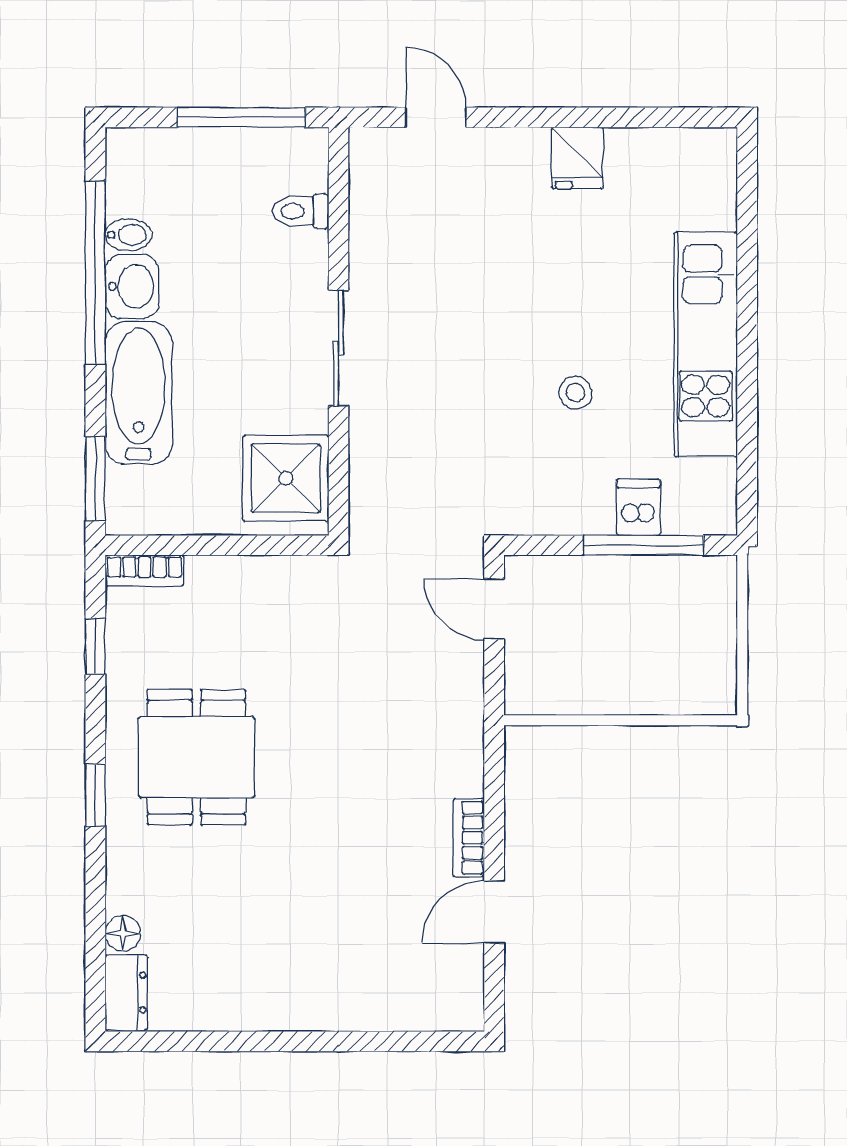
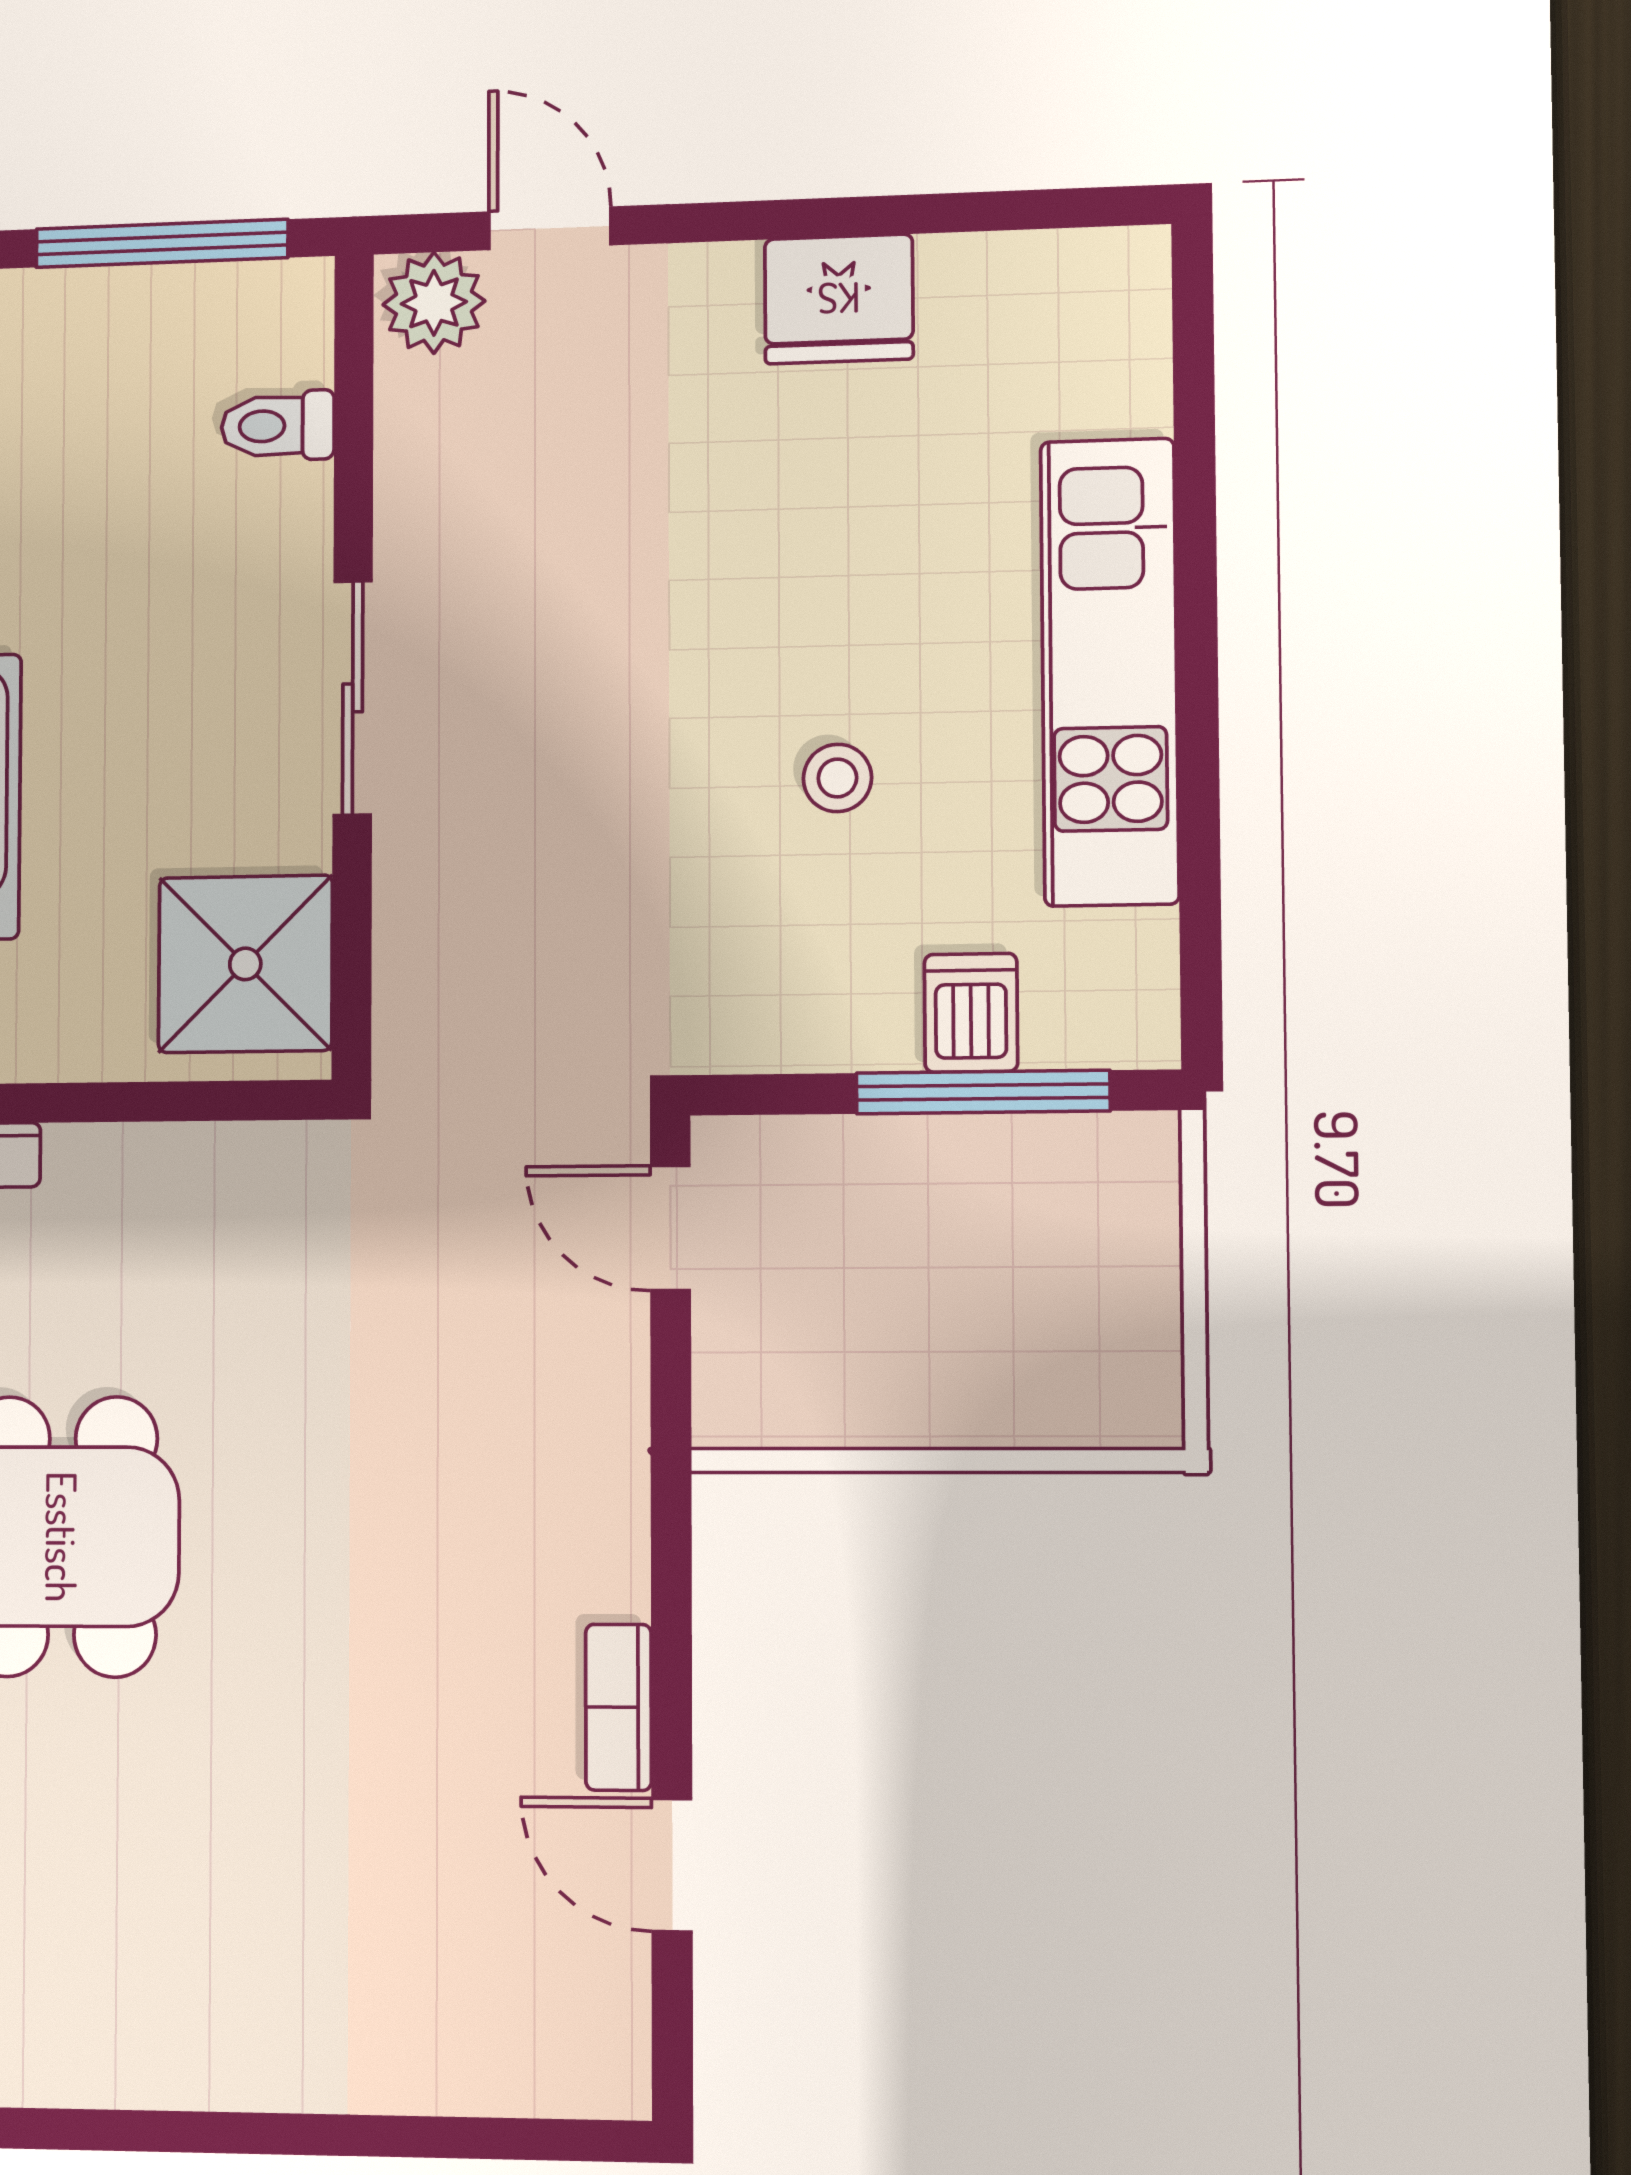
plant: (378, 152) -> (434, 303), added
fridge: (577, 158) -> (839, 299), width x1.38
door: (494, 912) -> (672, 1865), hinge flipped

